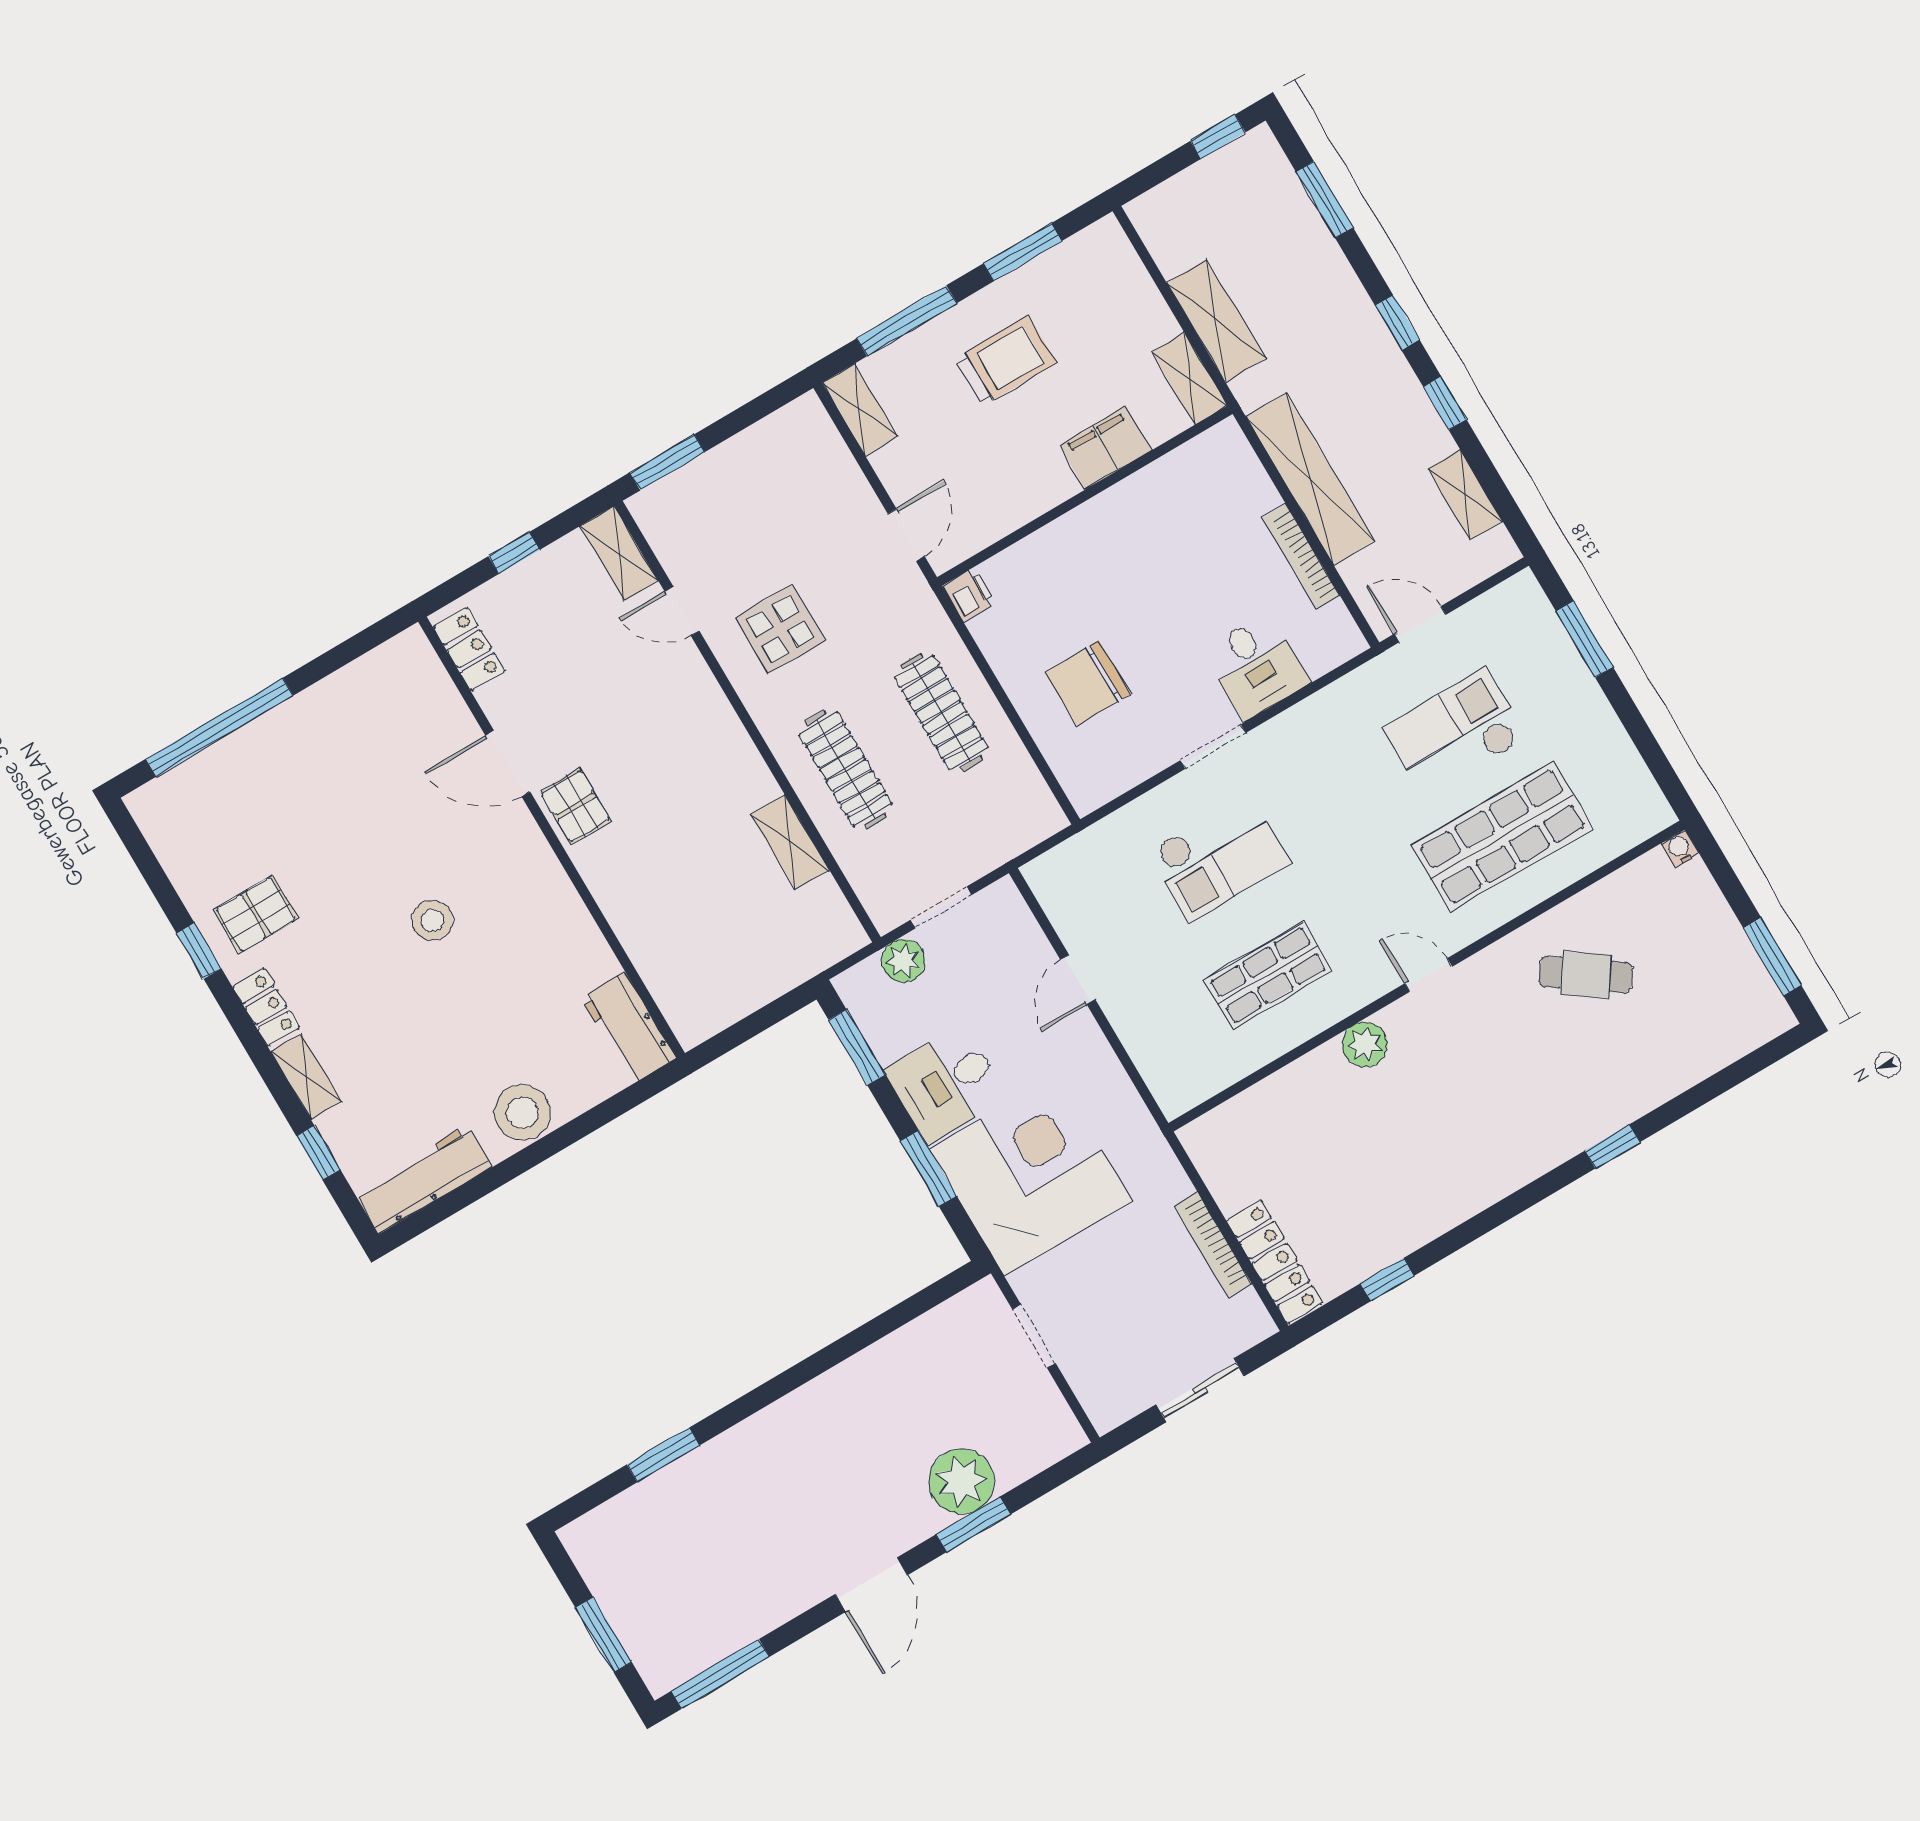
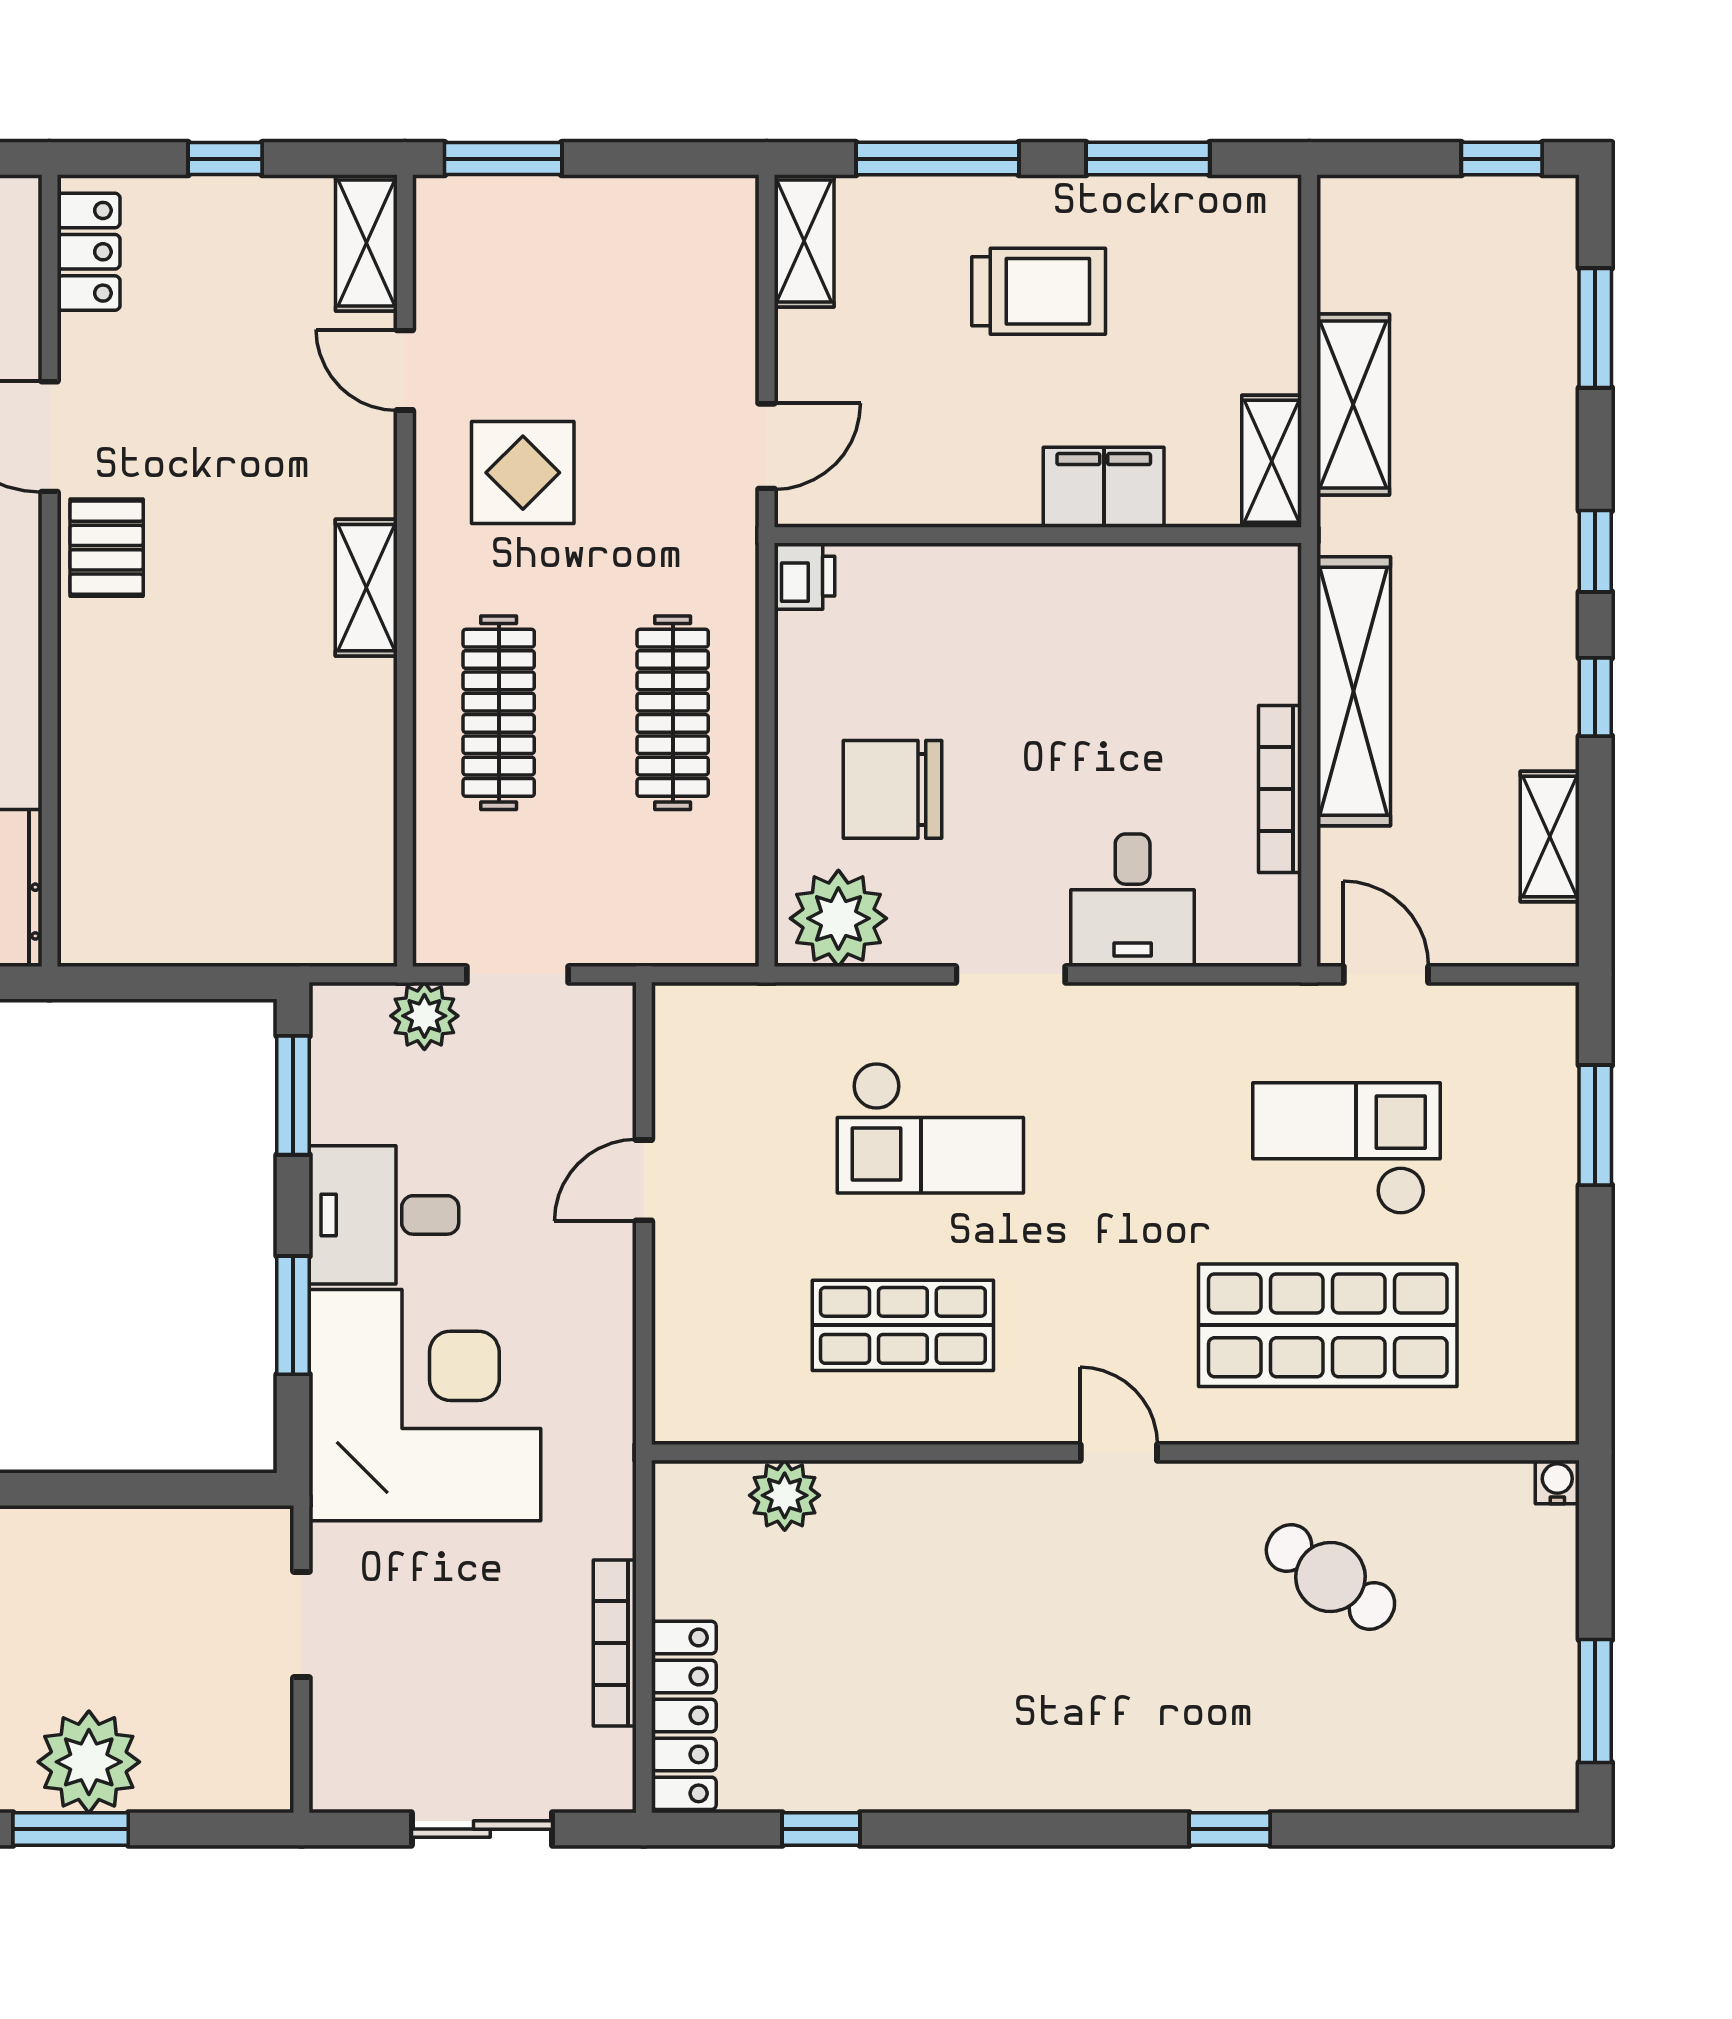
plant: (1100, 772) -> (838, 918), added
shelving: (790, 842) -> (366, 588), moved
plant: (1365, 1044) -> (785, 1495), moved

